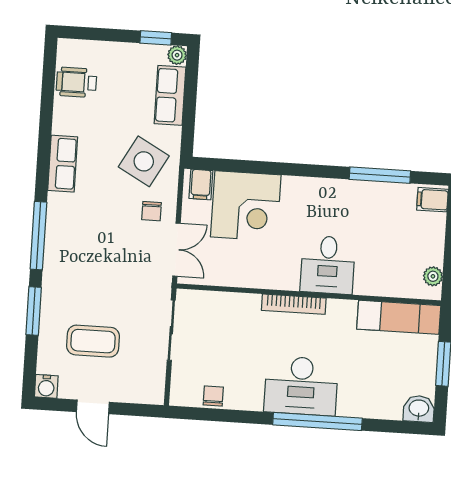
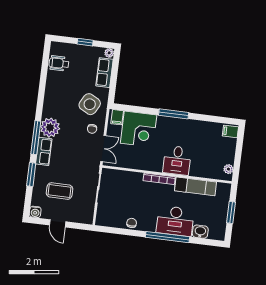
window: (156, 38) -> (85, 42), moved
row of seats: (63, 164) -> (44, 151), moved
window: (380, 175) -> (174, 114), moved
plant: (66, 214) -> (50, 128), added
exam couch: (399, 317) -> (196, 186), moved
desk: (301, 386) -> (175, 221), moved
chair: (213, 396) -> (132, 223), moved
washbasin: (419, 409) -> (200, 232), moved

